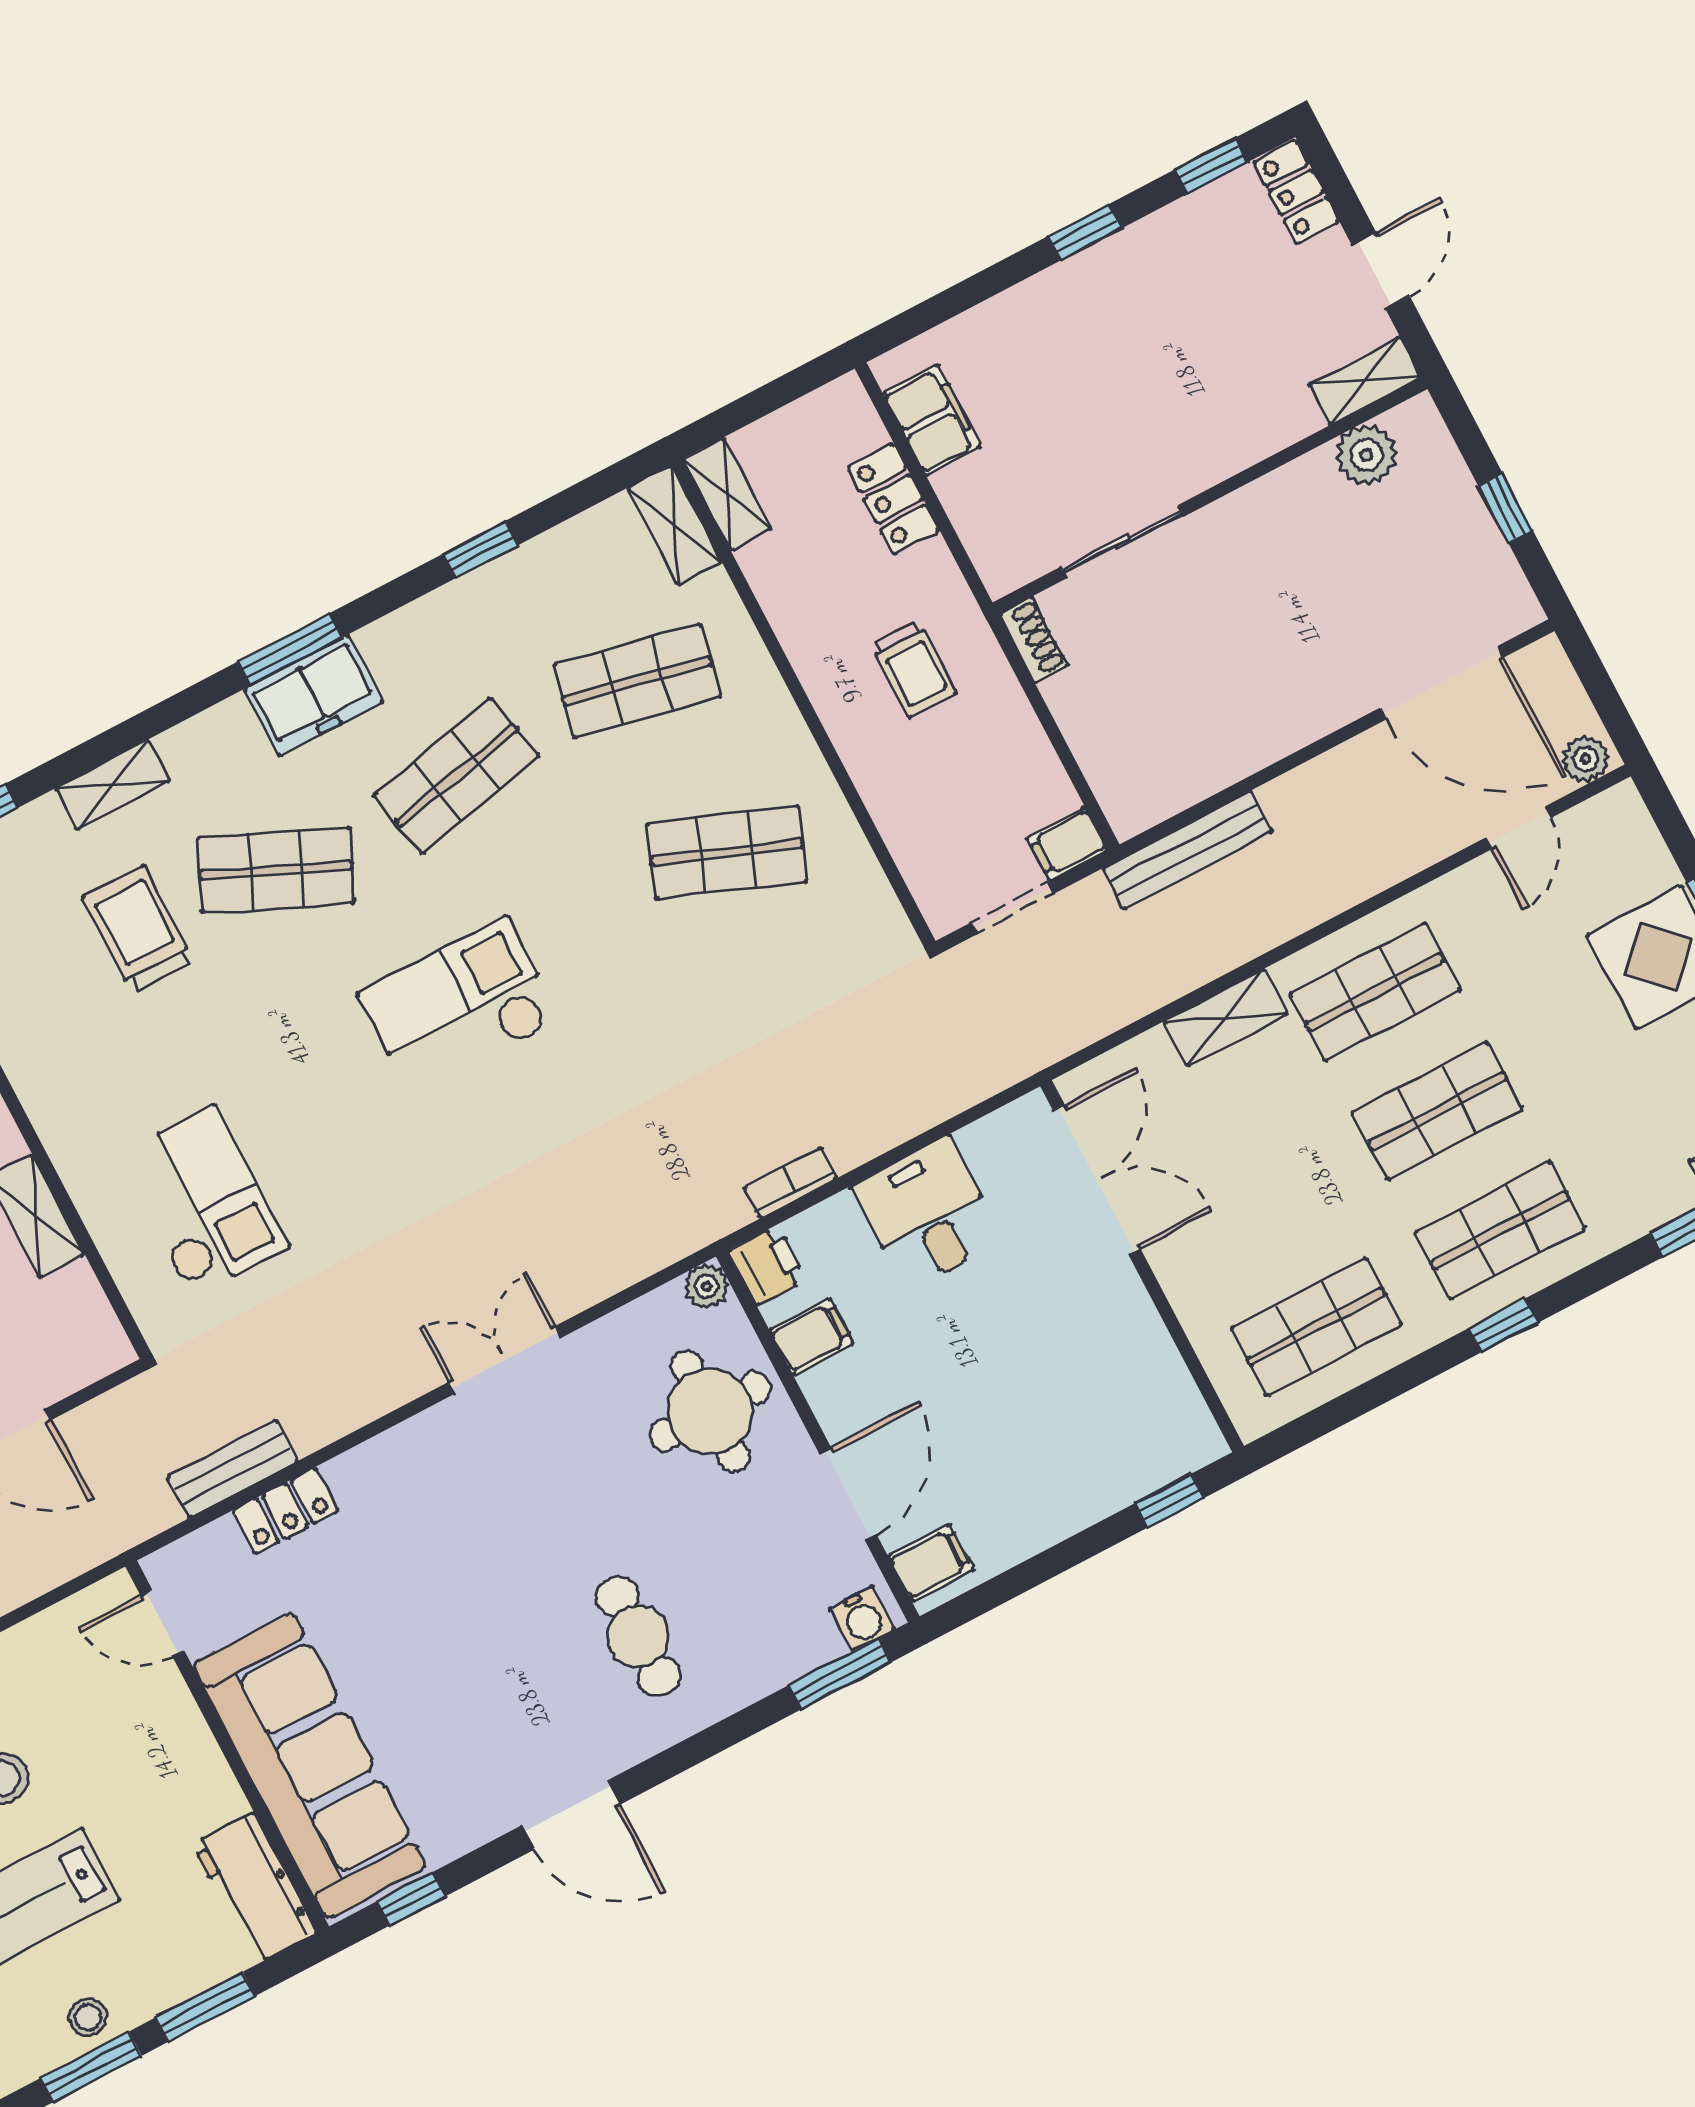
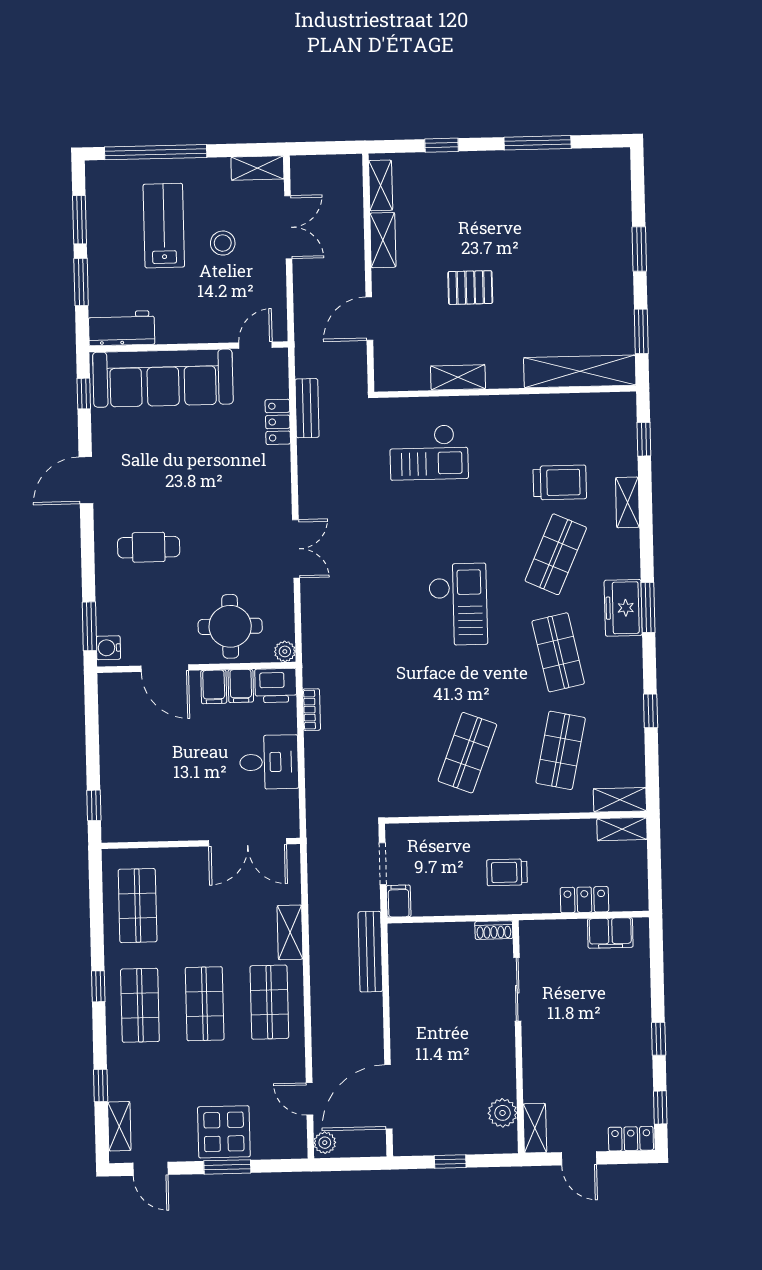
printer: (767, 1265) -> (276, 686), width x1.36, depth x1.24
filing cabinet: (931, 1563) -> (214, 687), moved
stool: (88, 2017) -> (101, 229), removed

